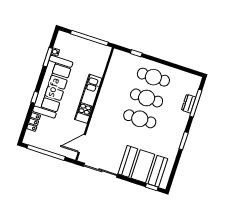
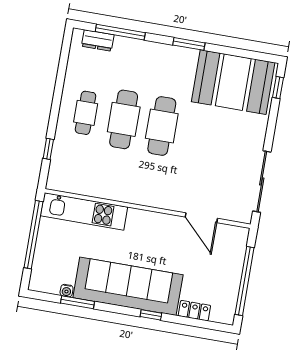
cafe table: (153, 77) -> (86, 113), width x0.73, depth x0.74
kitchen unit: (88, 99) -> (84, 211), moved
dresser: (188, 104) -> (98, 40), moved
door: (82, 144) -> (201, 218), moved
booth: (143, 166) -> (233, 82), moved, turned 90

